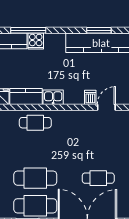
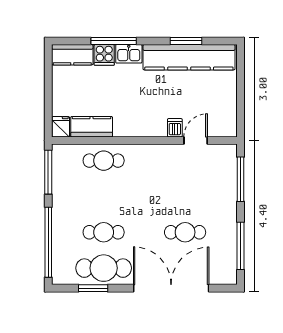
window: (28, 30) -> (114, 41), moved
kitchen sink: (53, 97) -> (129, 54), moved, turned 180
cafe table: (35, 178) -> (104, 232), width x0.73, depth x0.74

